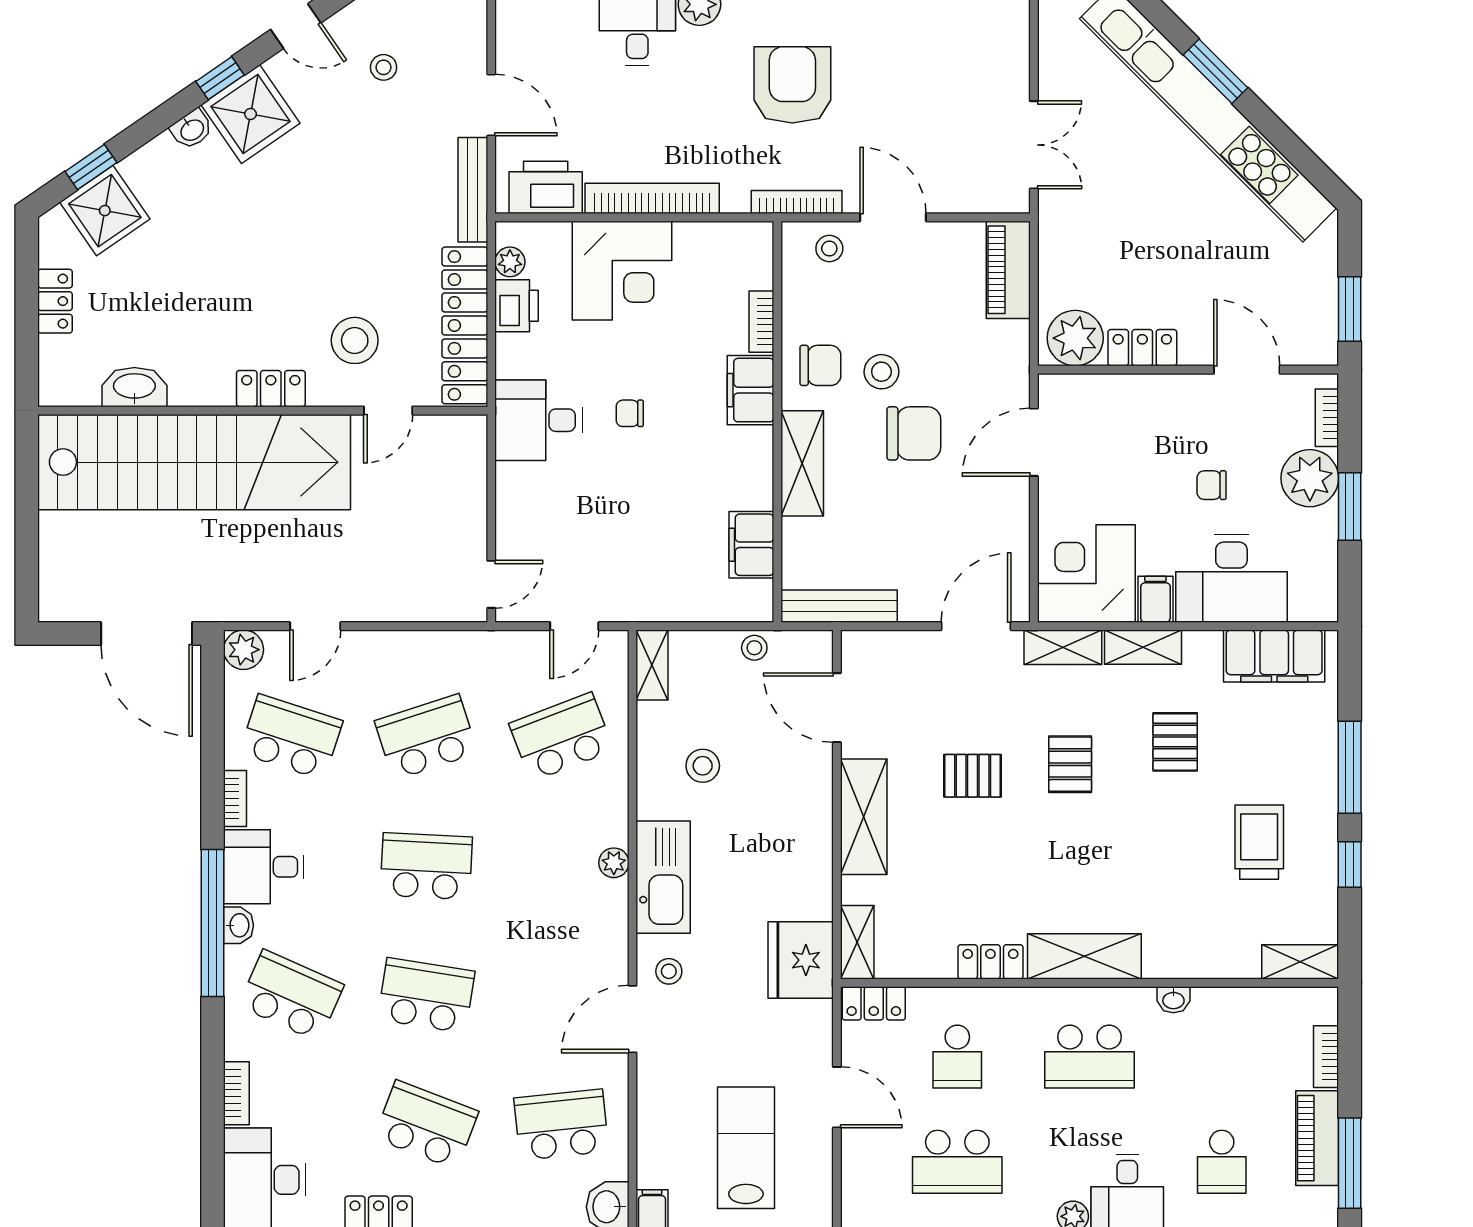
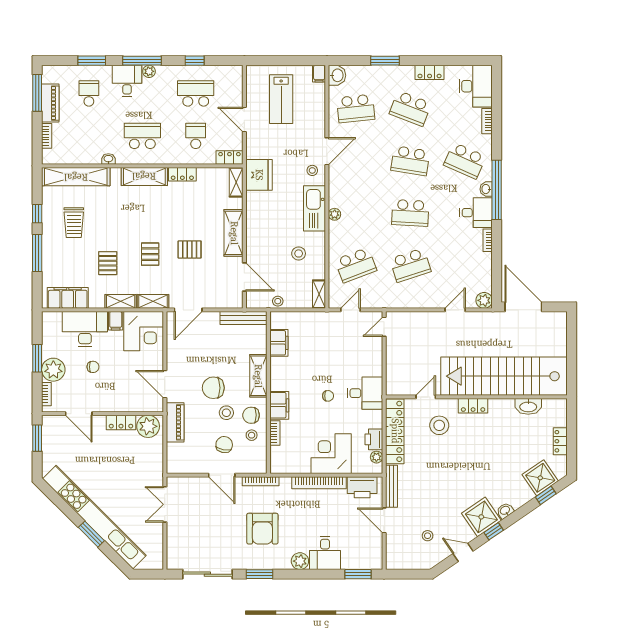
stool: (829, 249) -> (252, 435), moved
piano: (1008, 270) -> (175, 422), moved
chair: (887, 293) -> (224, 445), added
door: (1034, 442) -> (165, 384), swing flipped
school desk: (291, 737) -> (465, 265), removed
shelving: (1300, 962) -> (76, 177), width x2.20, depth x1.33

